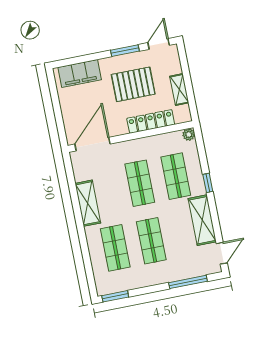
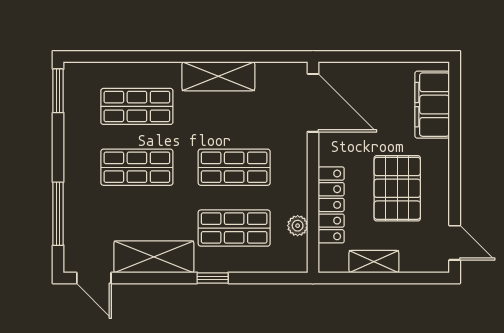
window: (125, 51) -> (455, 186), removed
plant: (189, 135) -> (298, 226), moved

